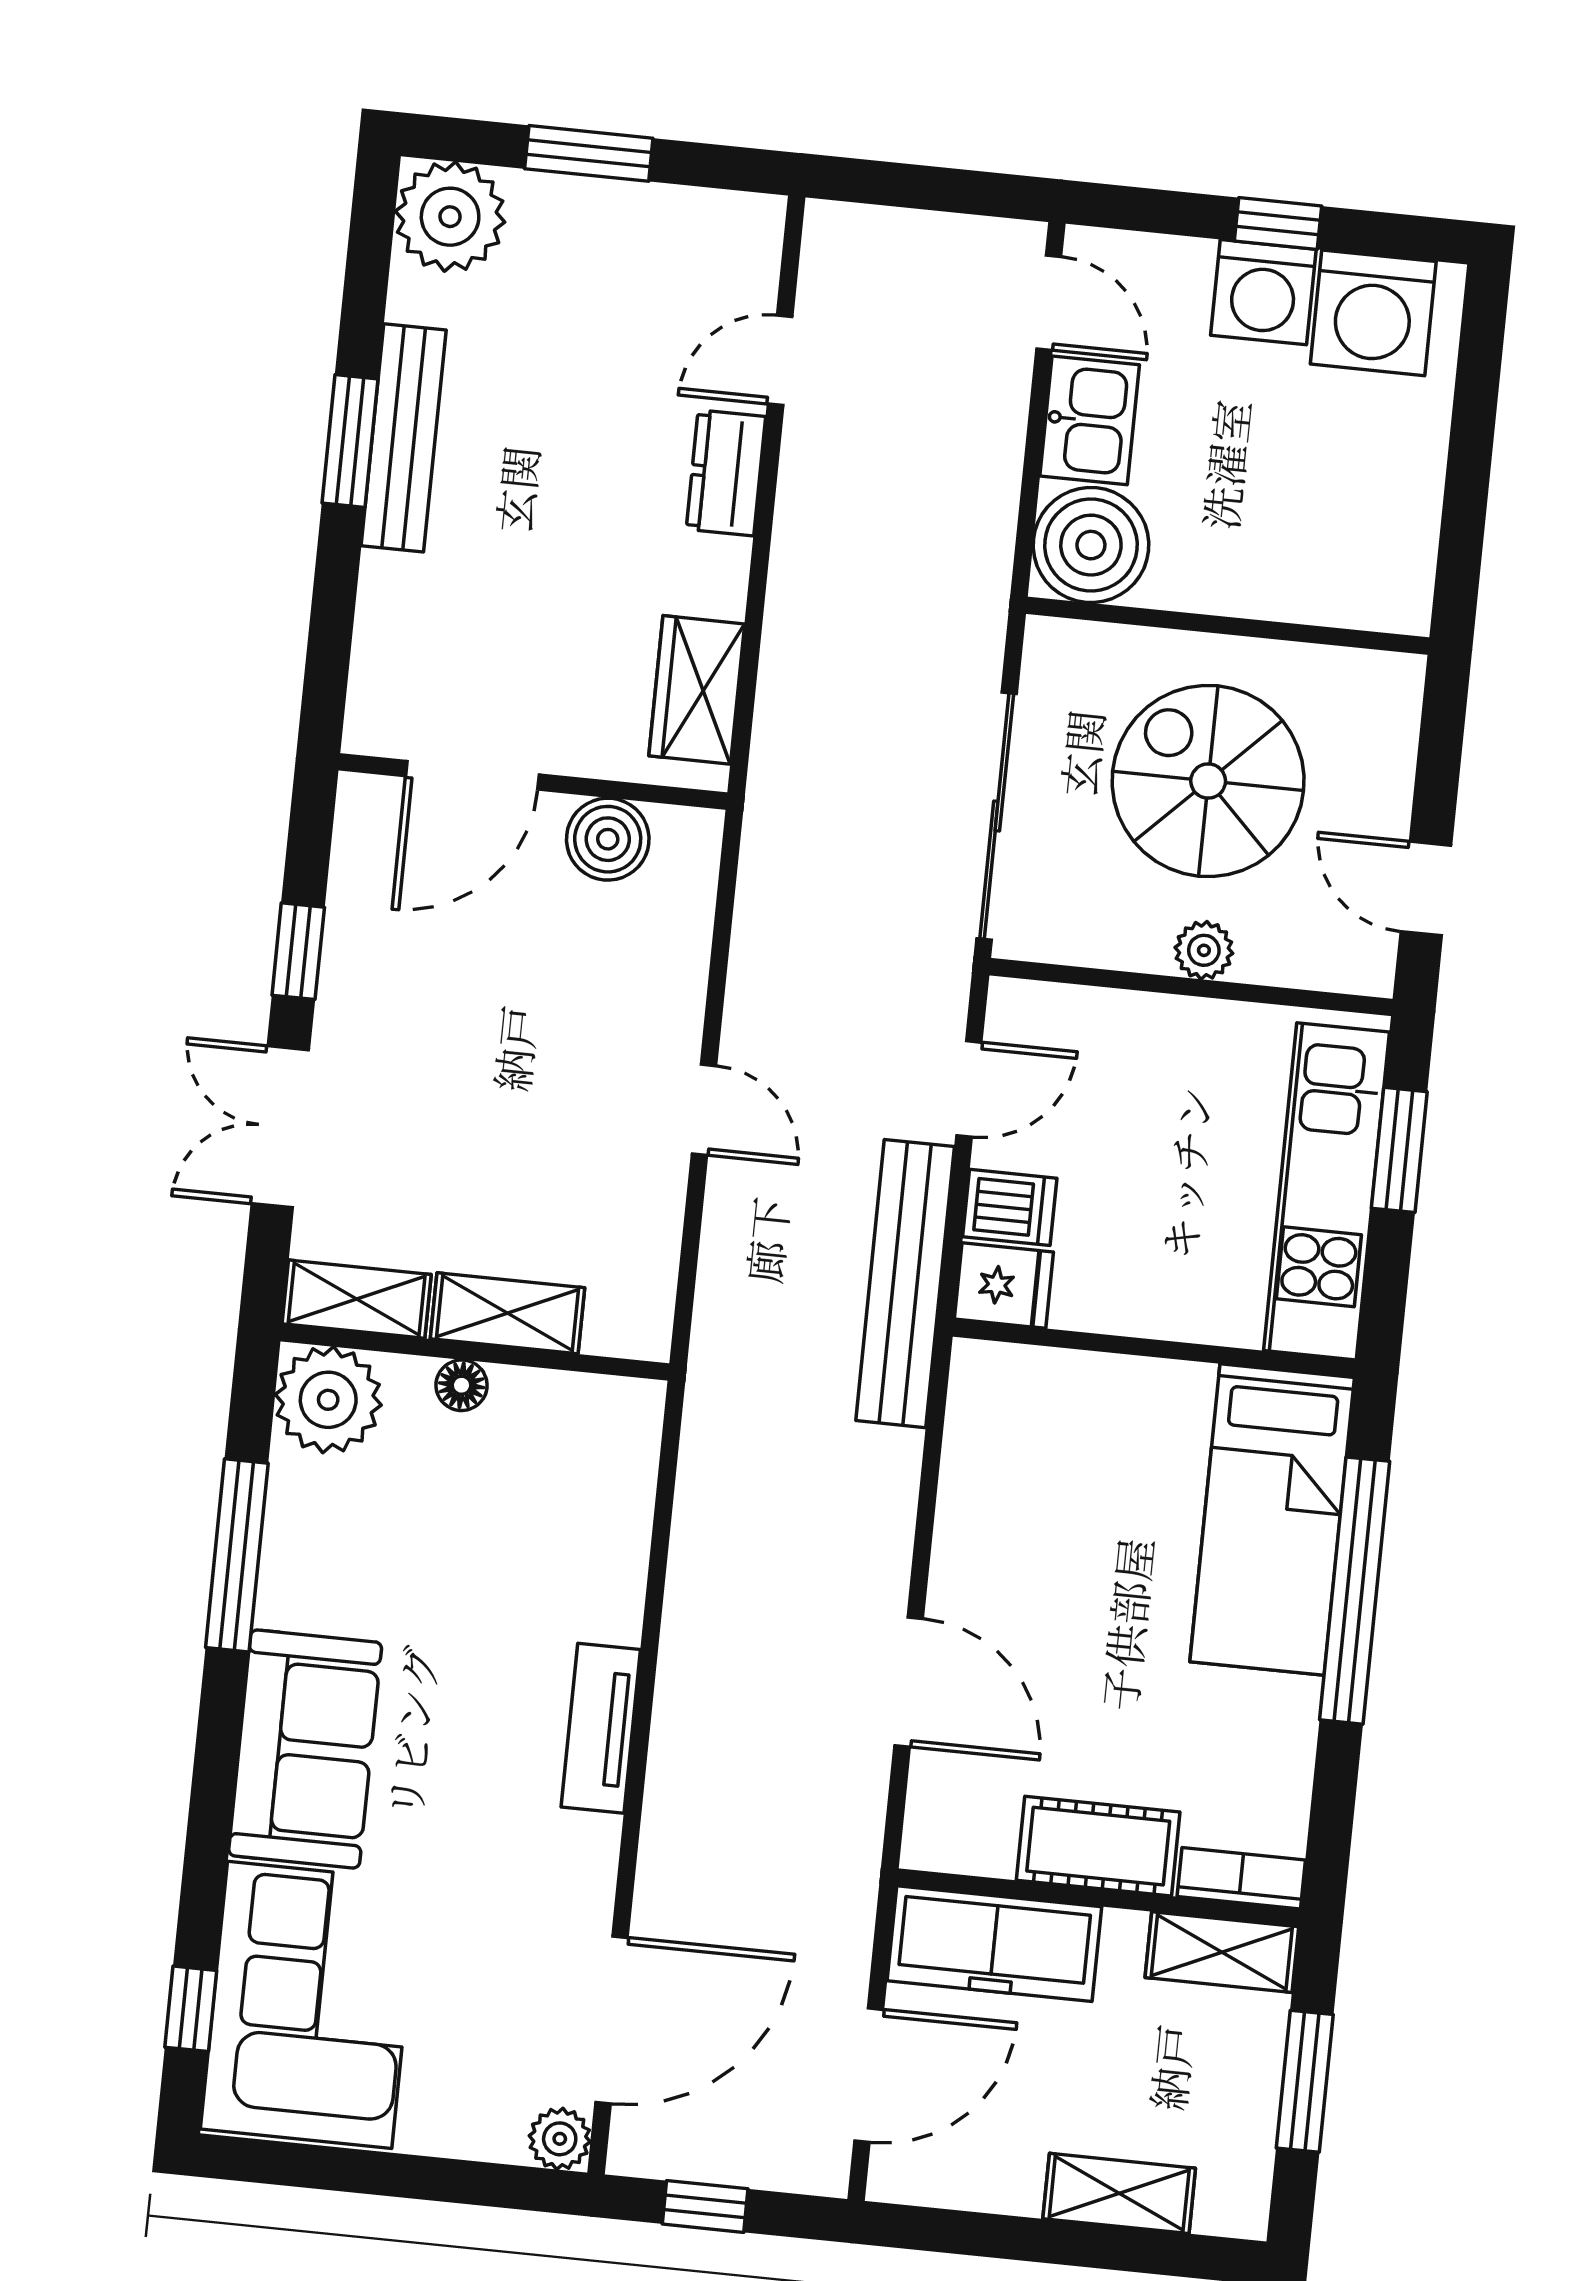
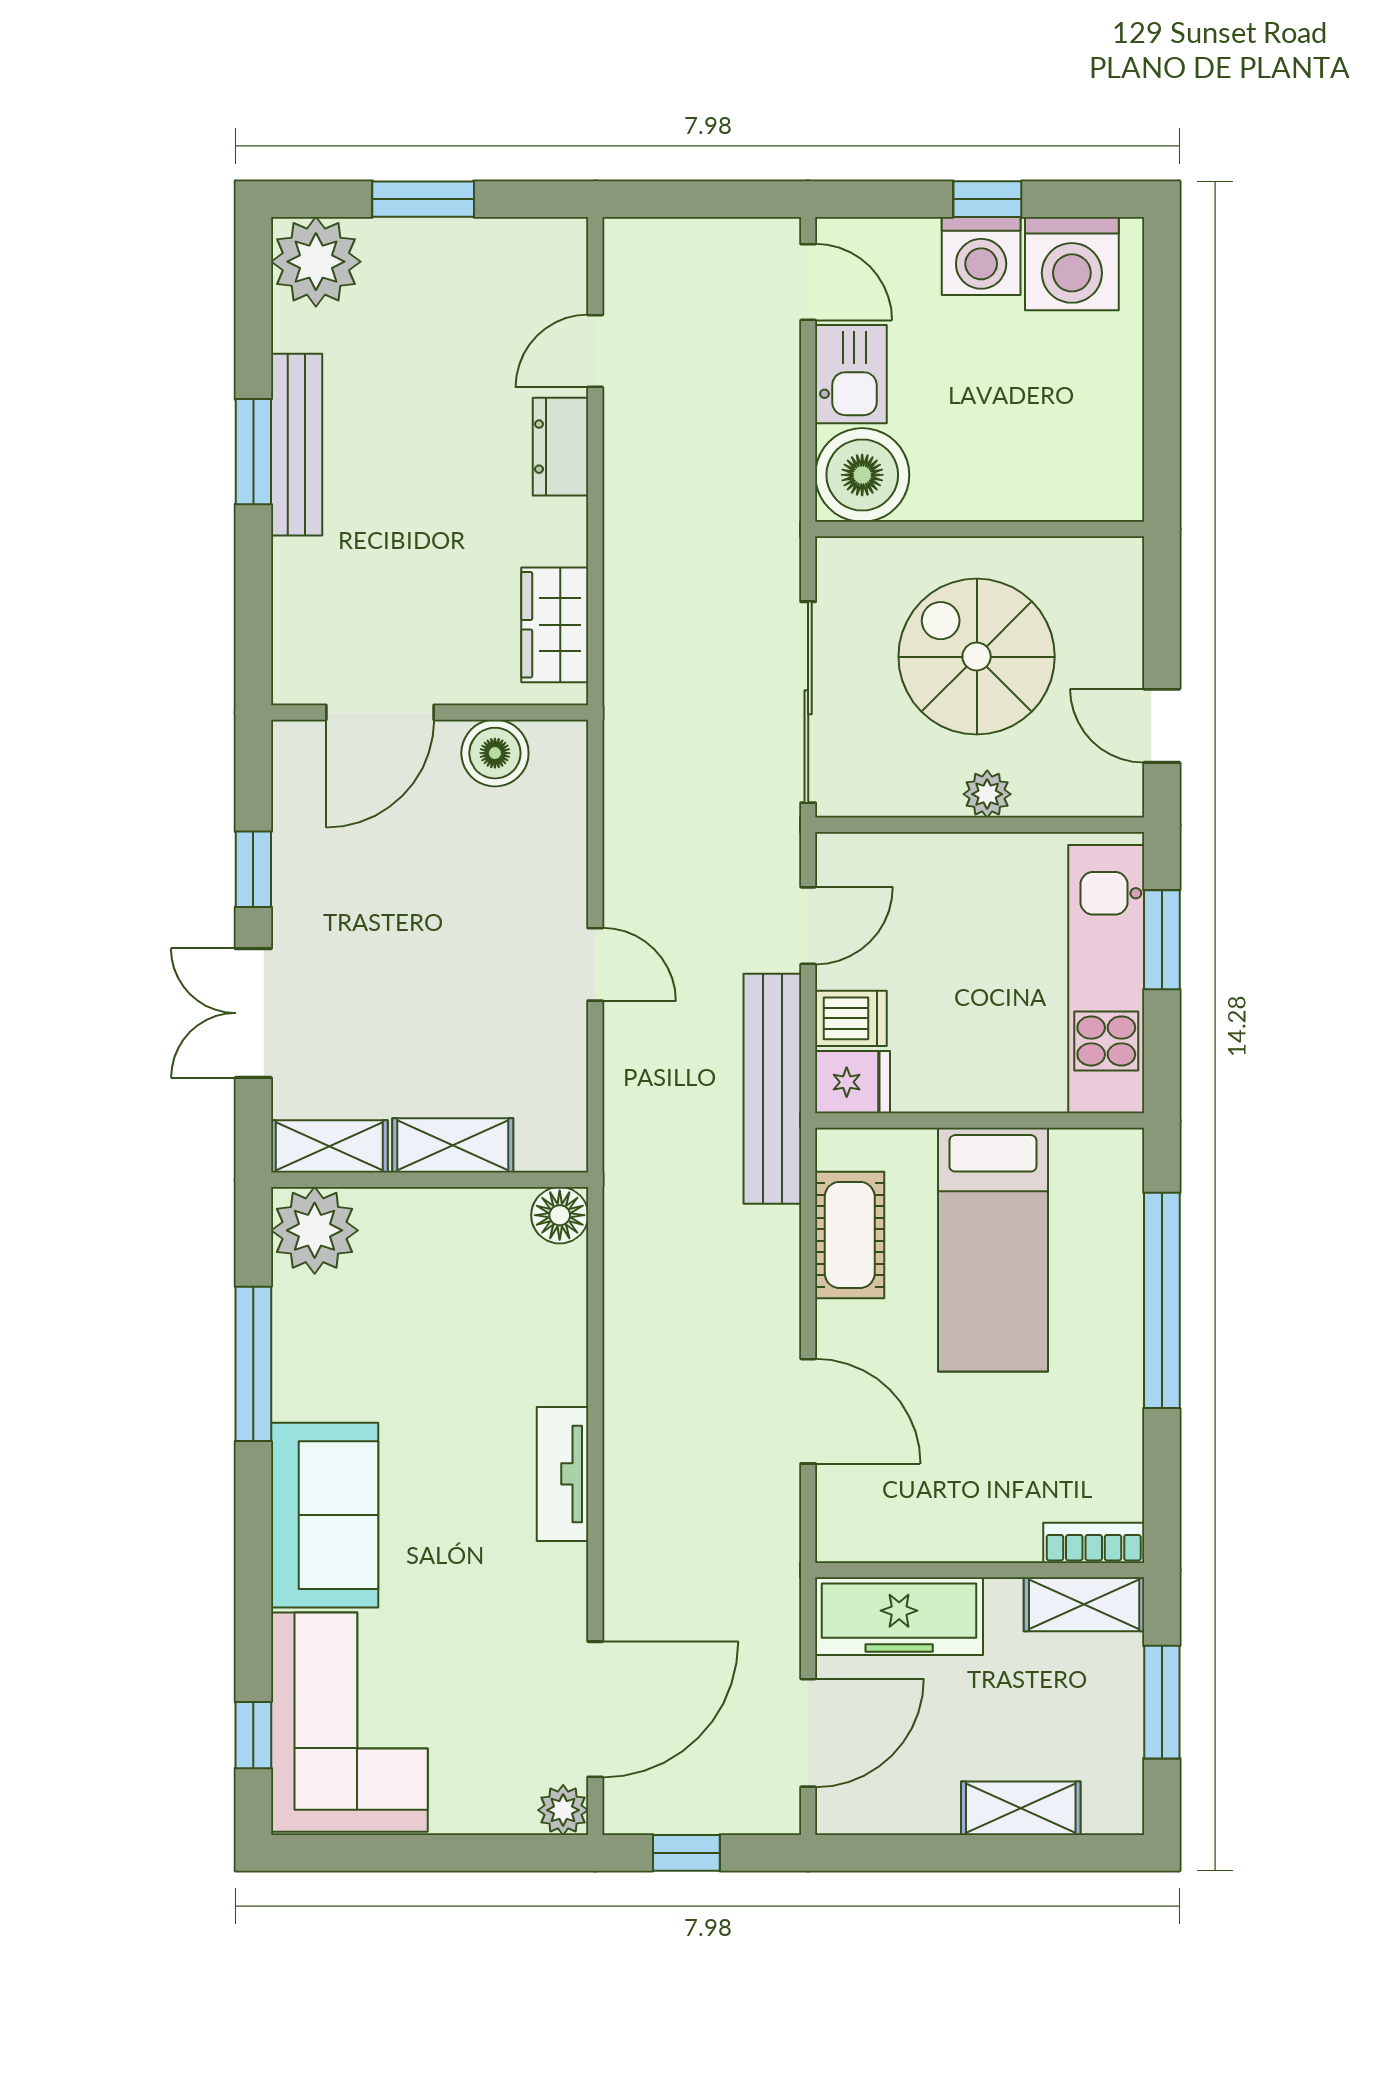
floor lamp: (462, 1385) -> (560, 1215), moved, width x1.37, depth x1.37
bed: (1272, 1520) -> (993, 1250), moved
cot: (1098, 1846) -> (850, 1235), moved, turned 90

